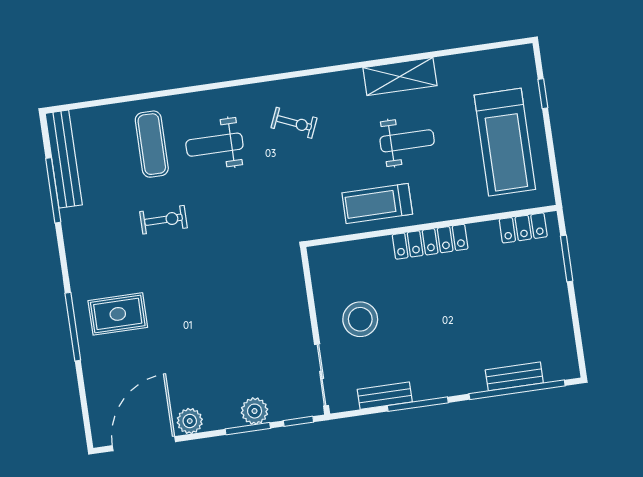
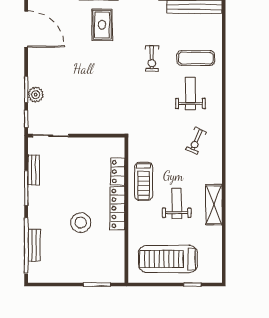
weight bench: (407, 141) -> (177, 203), turned 180
treadmill: (377, 203) -> (144, 181), turned 180
locker: (523, 228) -> (118, 172), moved
stool: (360, 319) -> (81, 223), moved
plant: (190, 421) -> (35, 57), removed

